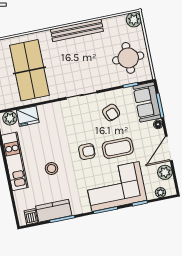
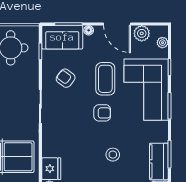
armchair: (111, 112) -> (66, 78), turned -121
armchair: (87, 152) -> (102, 113), turned 90

